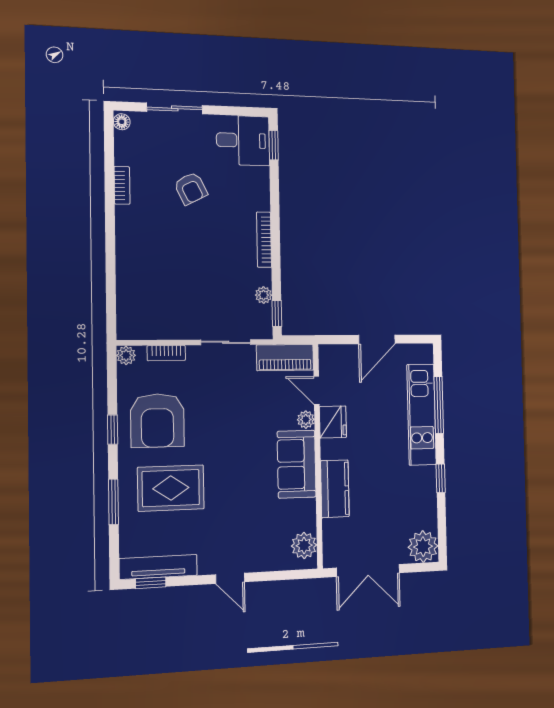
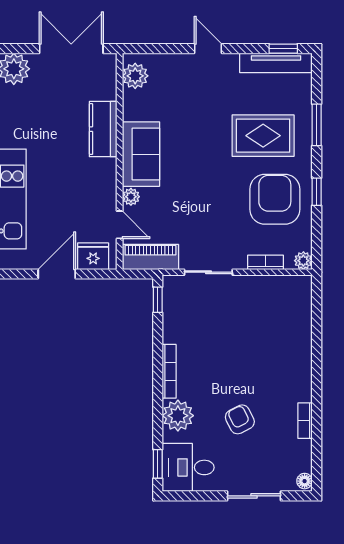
plant: (264, 295) -> (178, 416), moved, width x1.87, depth x1.87
fridge: (333, 422) -> (93, 256), moved, turned 90

